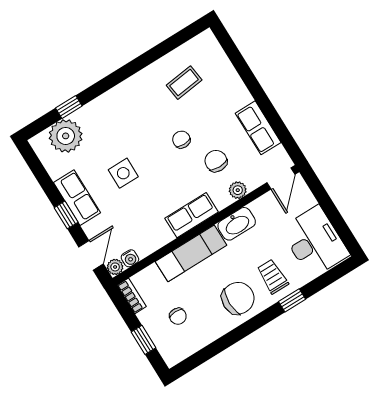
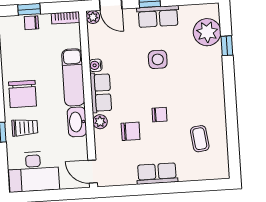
row of seats: (258, 128) -> (157, 174), moved
plant: (238, 190) -> (100, 122), moved
water cooler: (130, 258) -> (96, 65), moved
chair: (178, 316) -> (31, 23), moved

